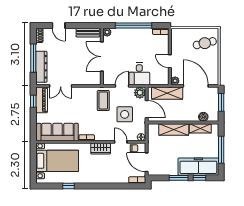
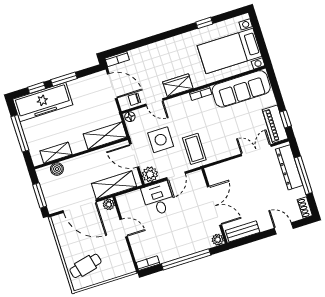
shelving: (174, 129) -> (105, 136), moved

